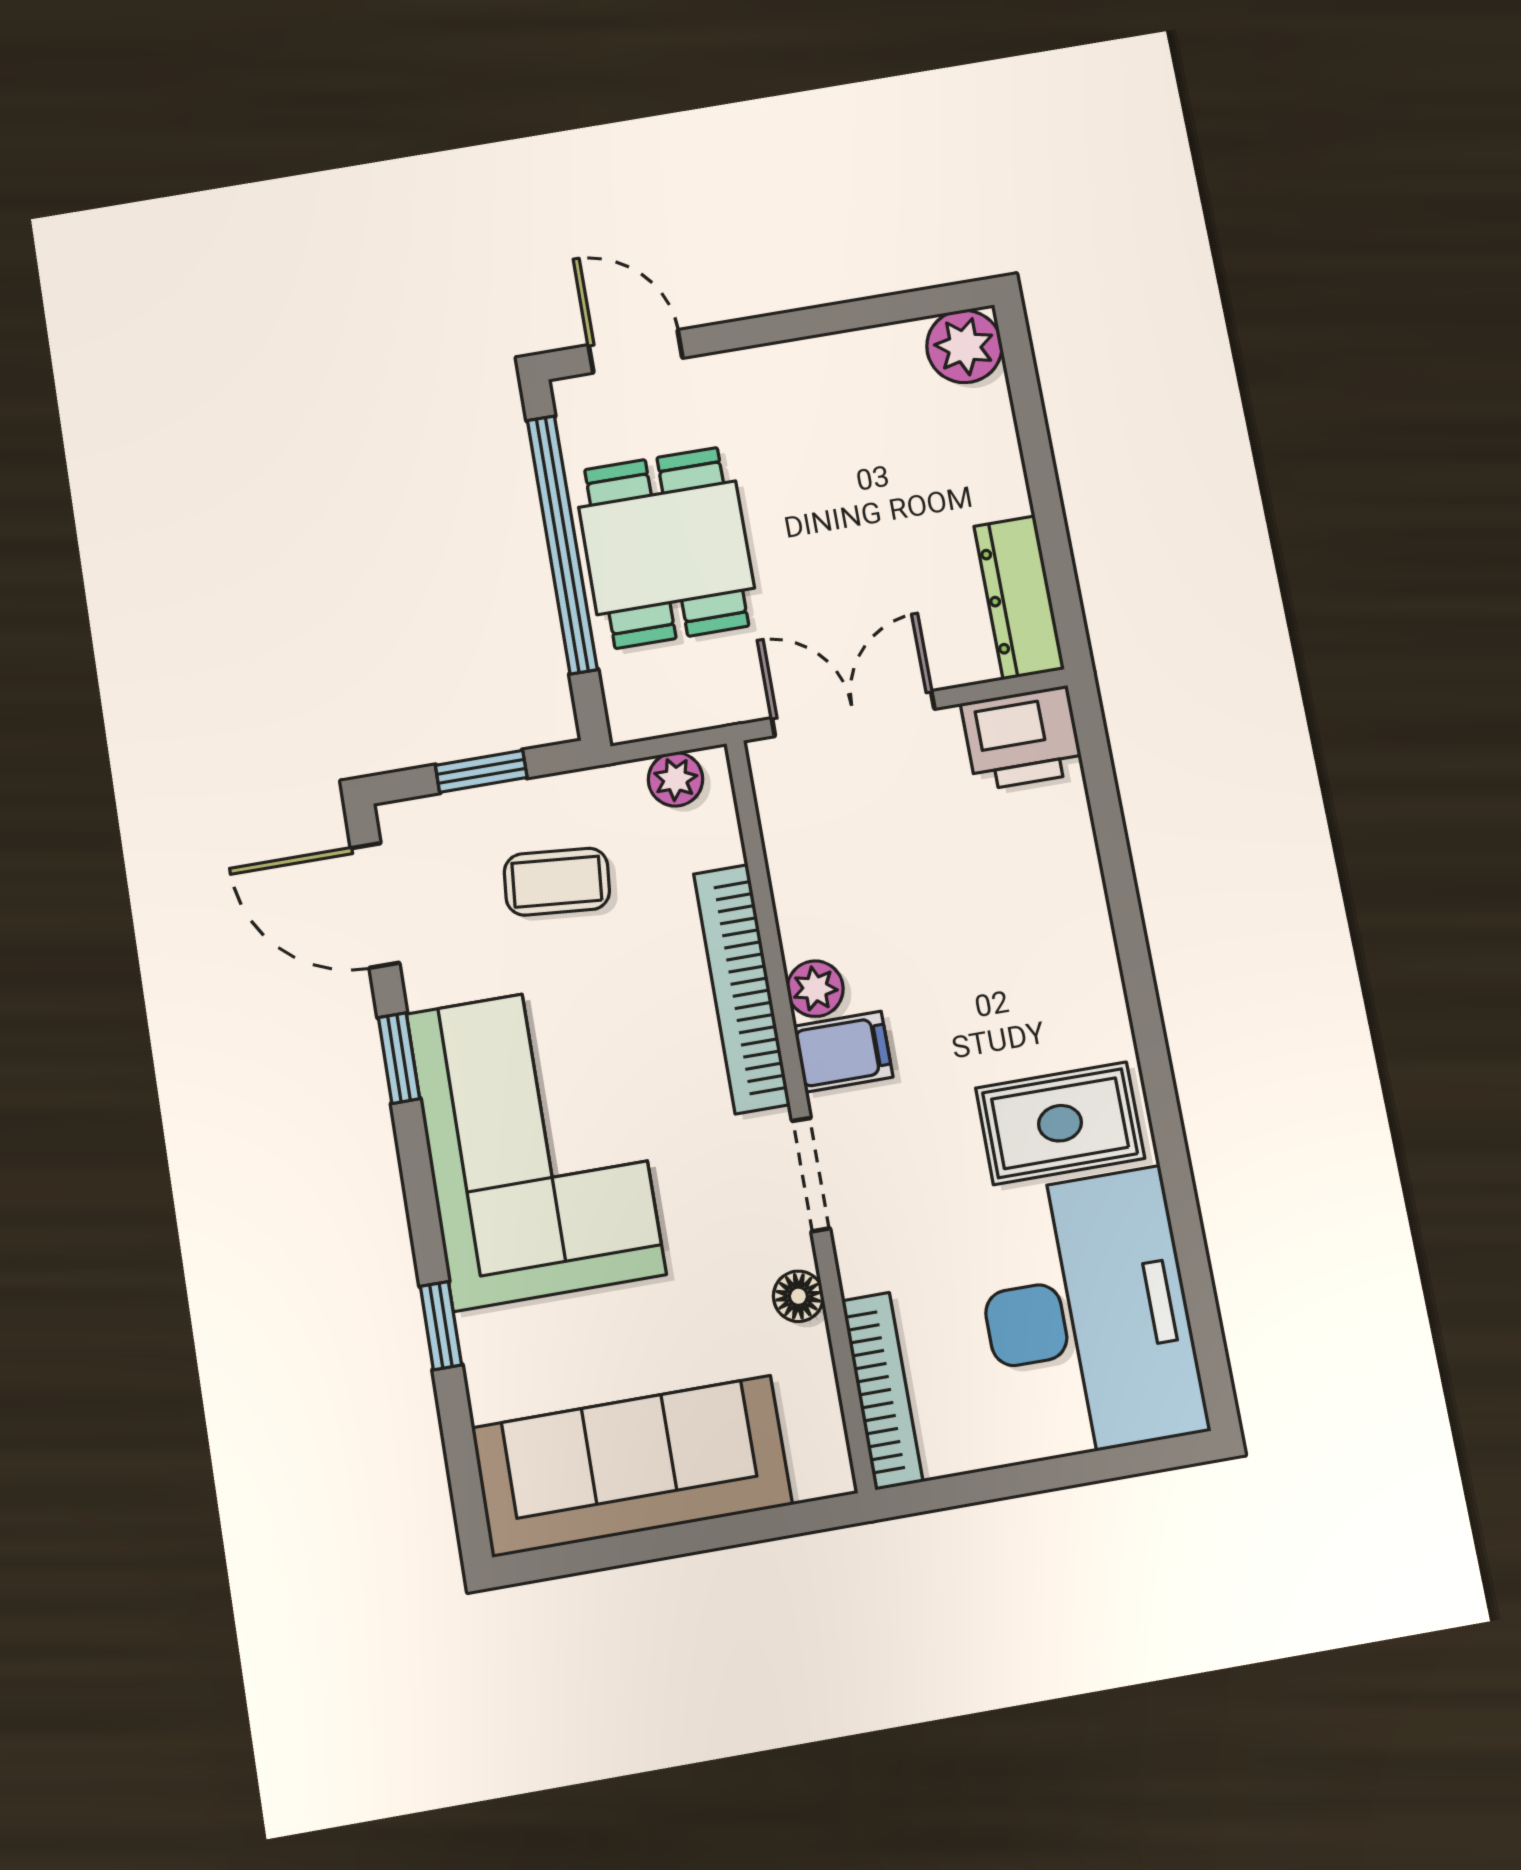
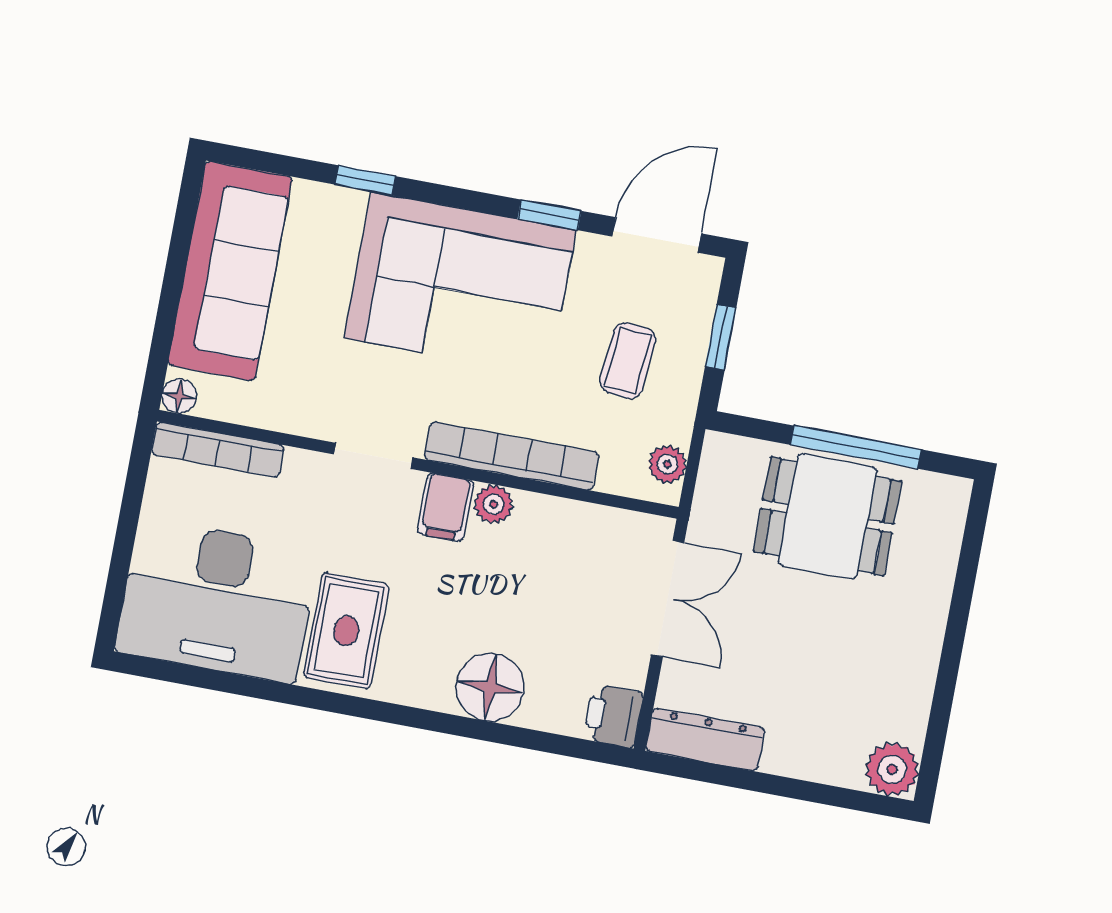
door: (636, 351) -> (972, 546), removed
window: (562, 544) -> (856, 447), width x0.68
printer: (1022, 738) -> (613, 716), width x0.73, depth x0.81
floor lamp: (1060, 903) -> (490, 687), added
floor lamp: (798, 1296) -> (179, 396), moved

